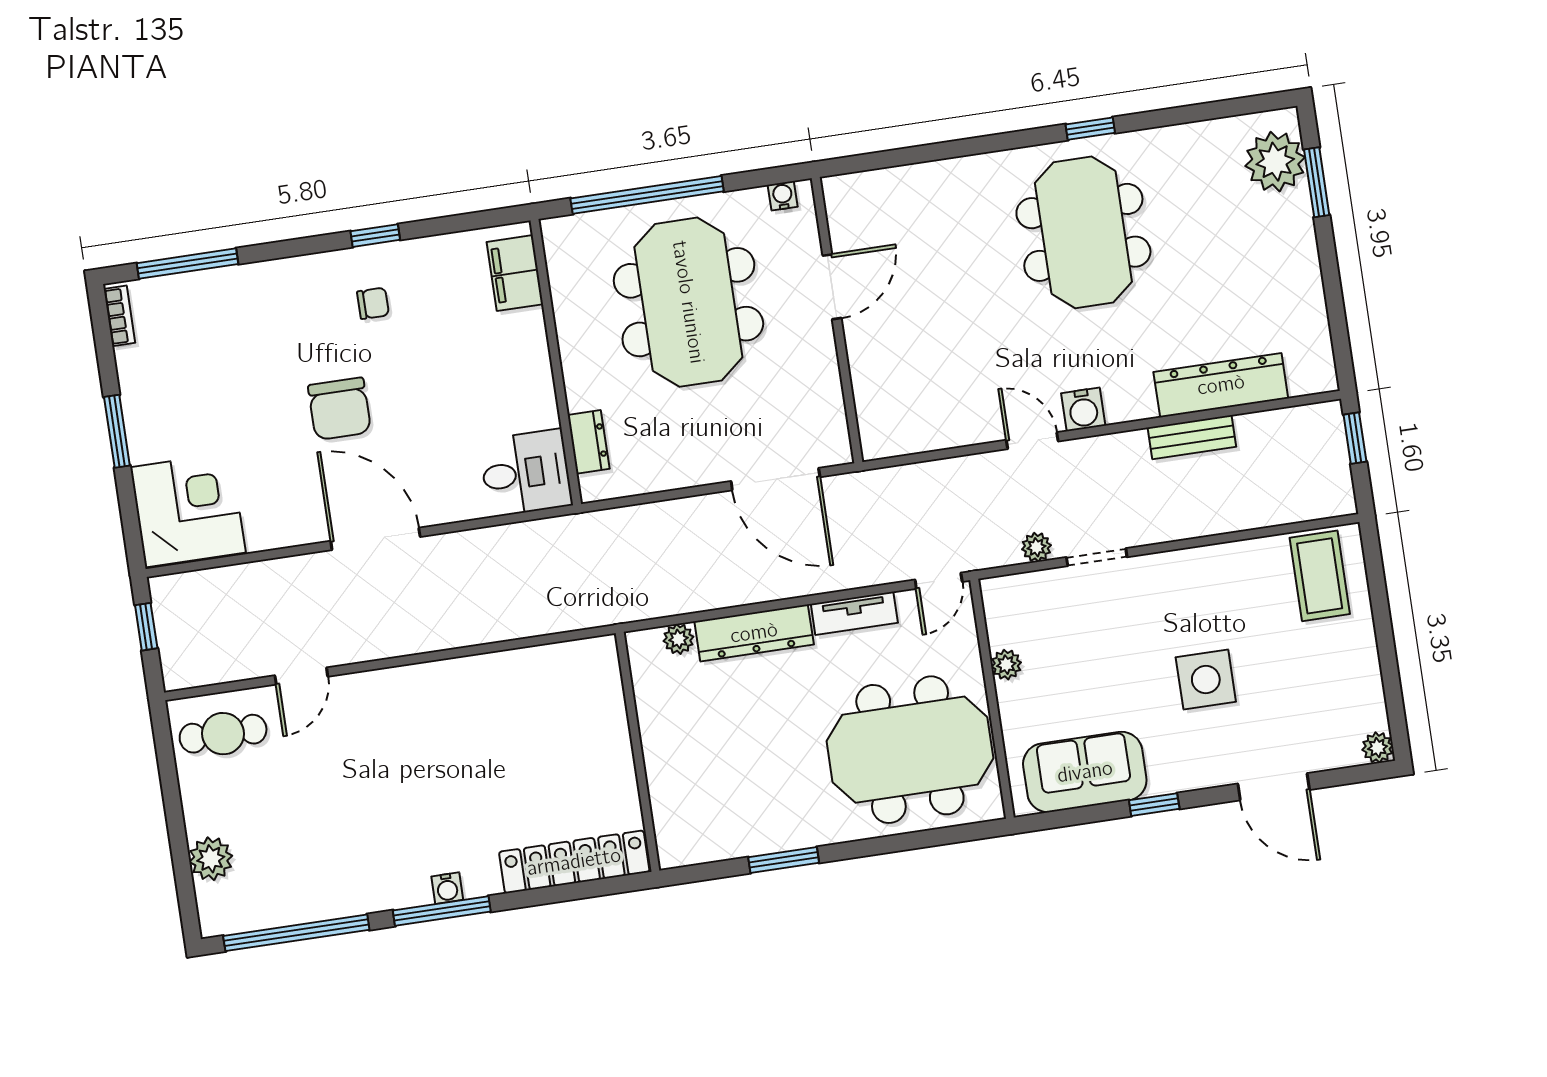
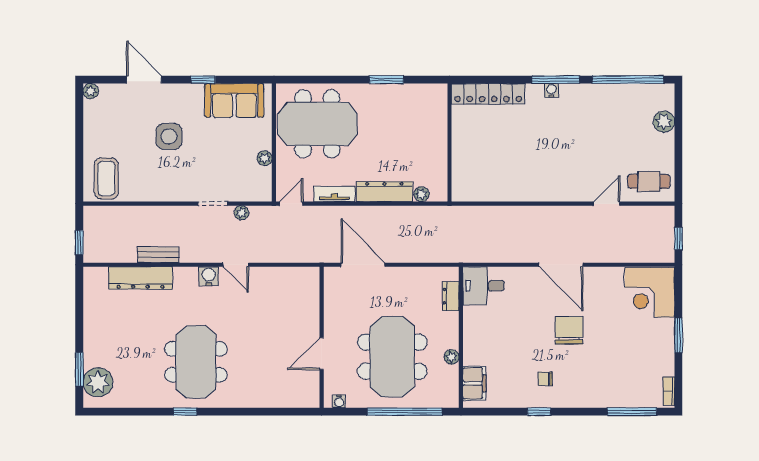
plant: (569, 319) -> (452, 357), added

